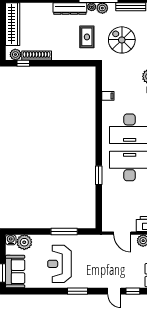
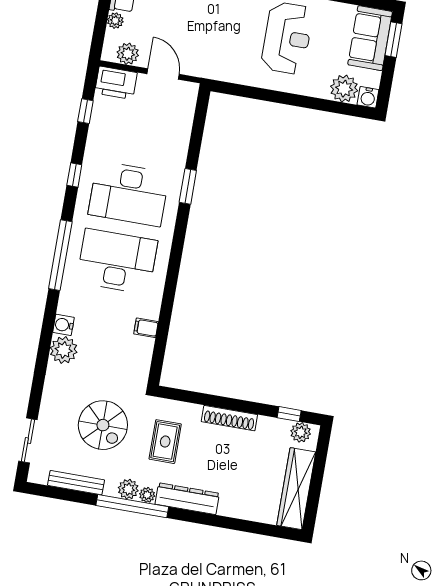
shoe rack: (37, 55) -> (229, 418), moved
window: (64, 232) -> (268, 95), removed

